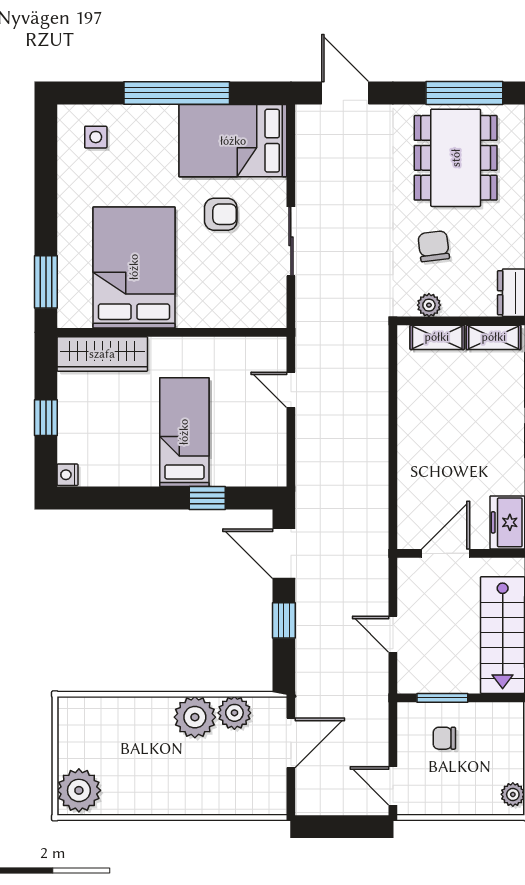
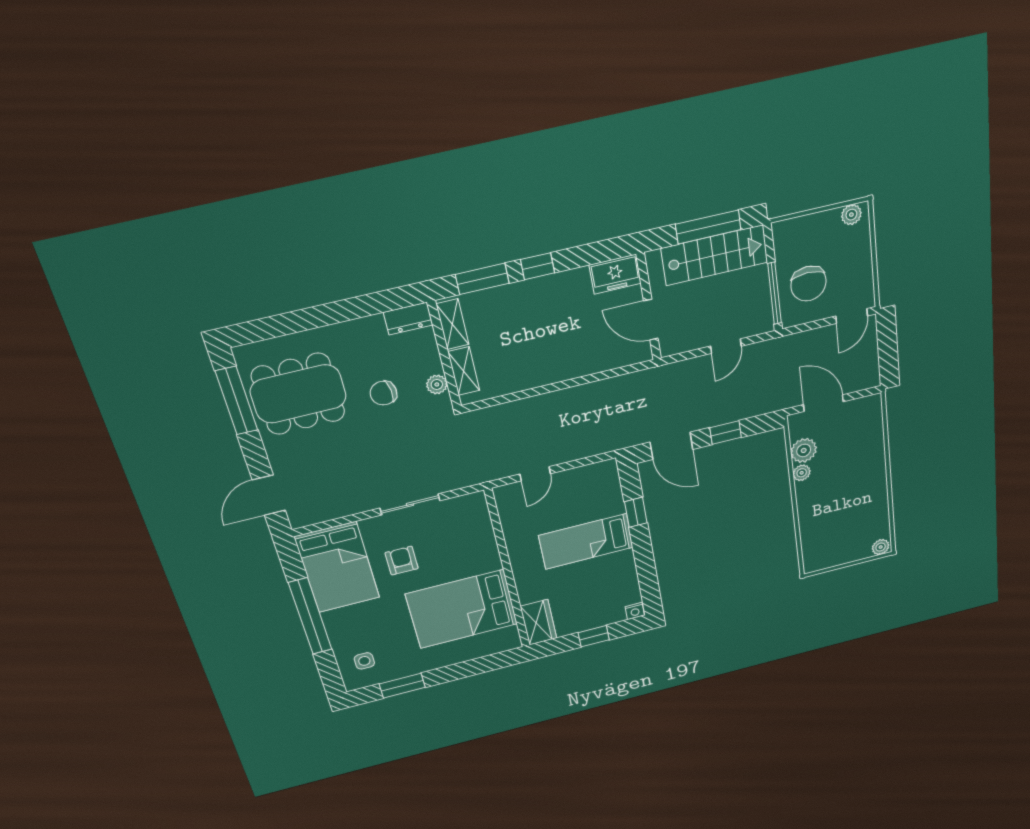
window: (46, 282) -> (402, 686), moved
wardrobe: (102, 354) -> (538, 622), width x0.67
door: (284, 554) -> (671, 446), hinge flipped
window: (442, 698) -> (775, 293), width x1.44
plant: (195, 717) -> (802, 473), width x0.53, depth x0.53
chair: (444, 738) -> (808, 284), width x1.87, depth x1.87
plant: (79, 790) -> (881, 547), width x0.53, depth x0.53

